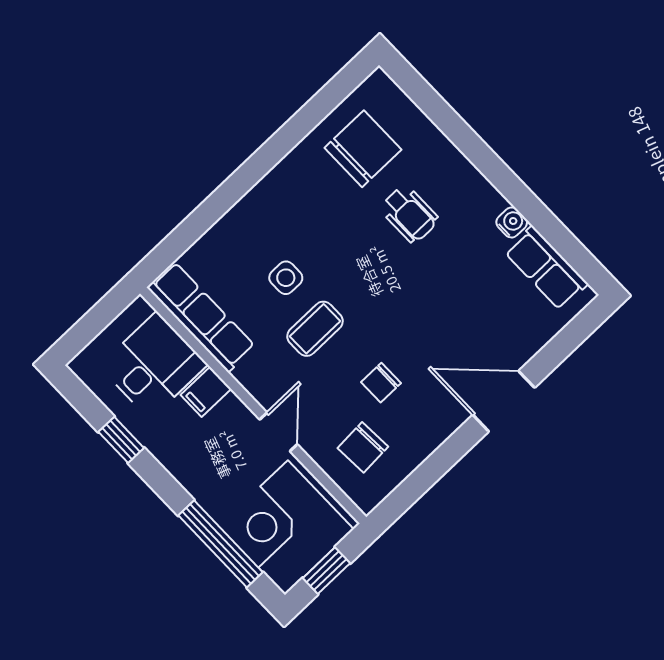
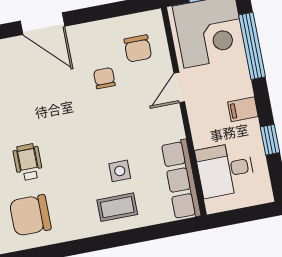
coffee table: (315, 329) -> (117, 207), moved
chair: (381, 383) -> (104, 78), turned -90
filing cabinet: (206, 392) -> (243, 109), moved, turned 180
chair: (363, 447) -> (138, 49), turned 93

